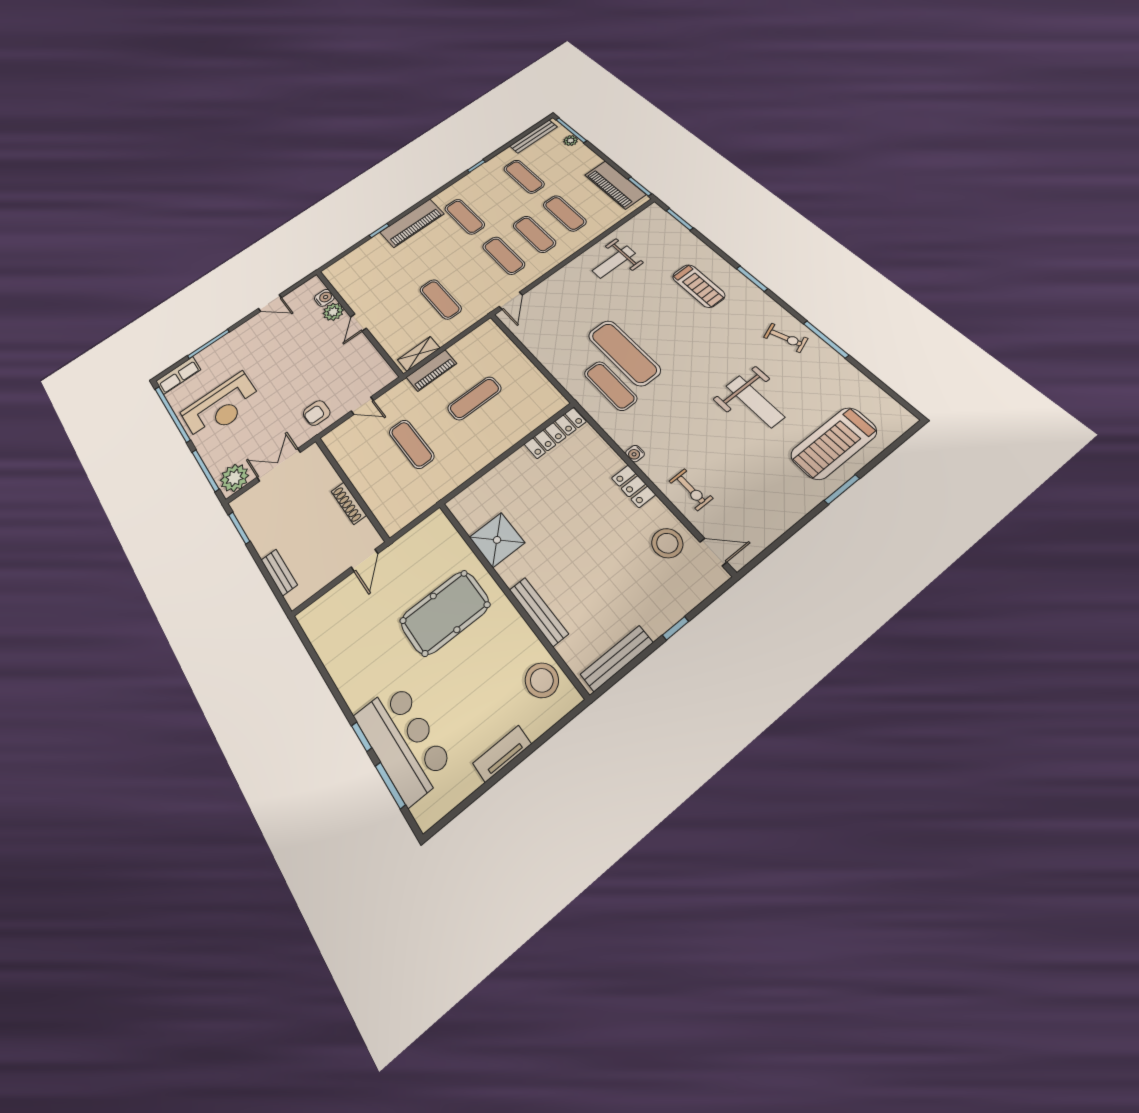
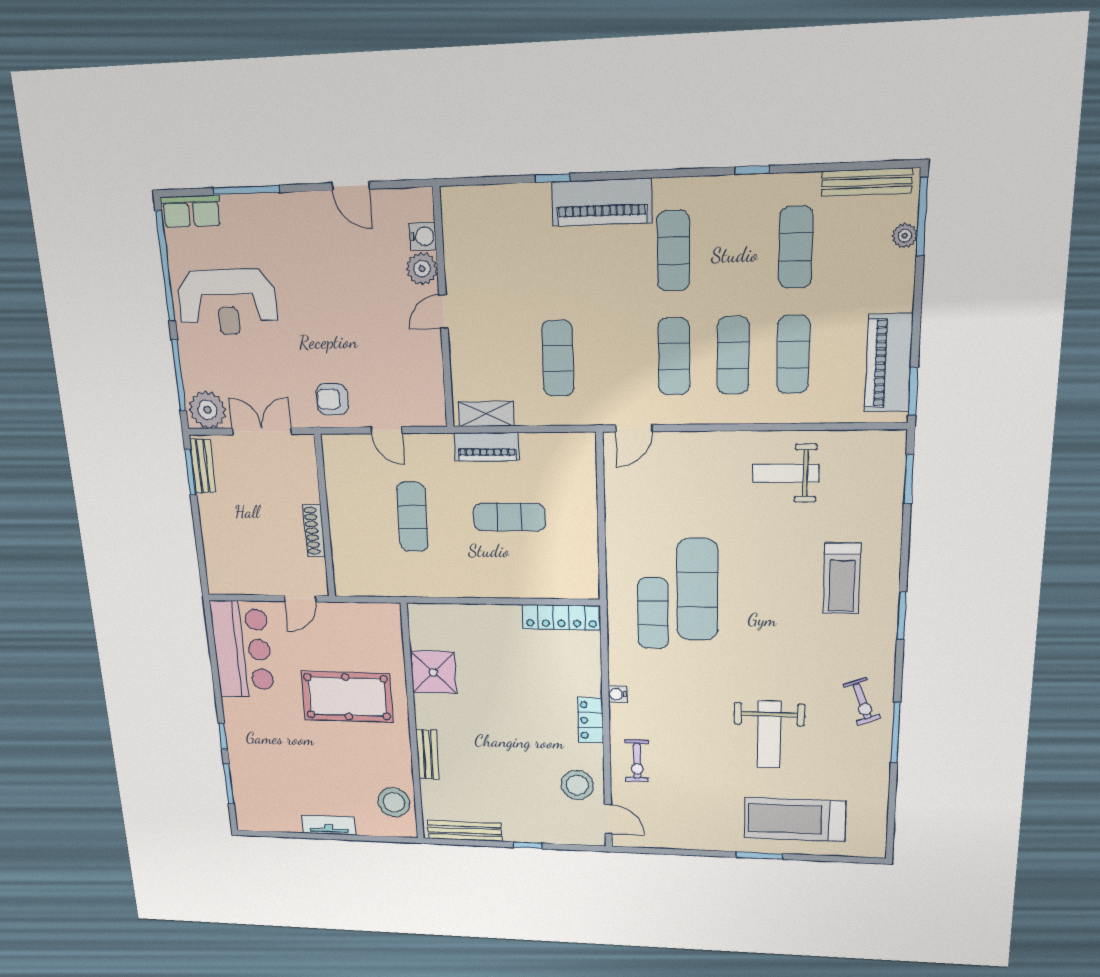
bench: (279, 572) -> (203, 466), moved
bench: (539, 612) -> (427, 754), width x0.73
bar counter: (403, 742) -> (242, 649), moved

